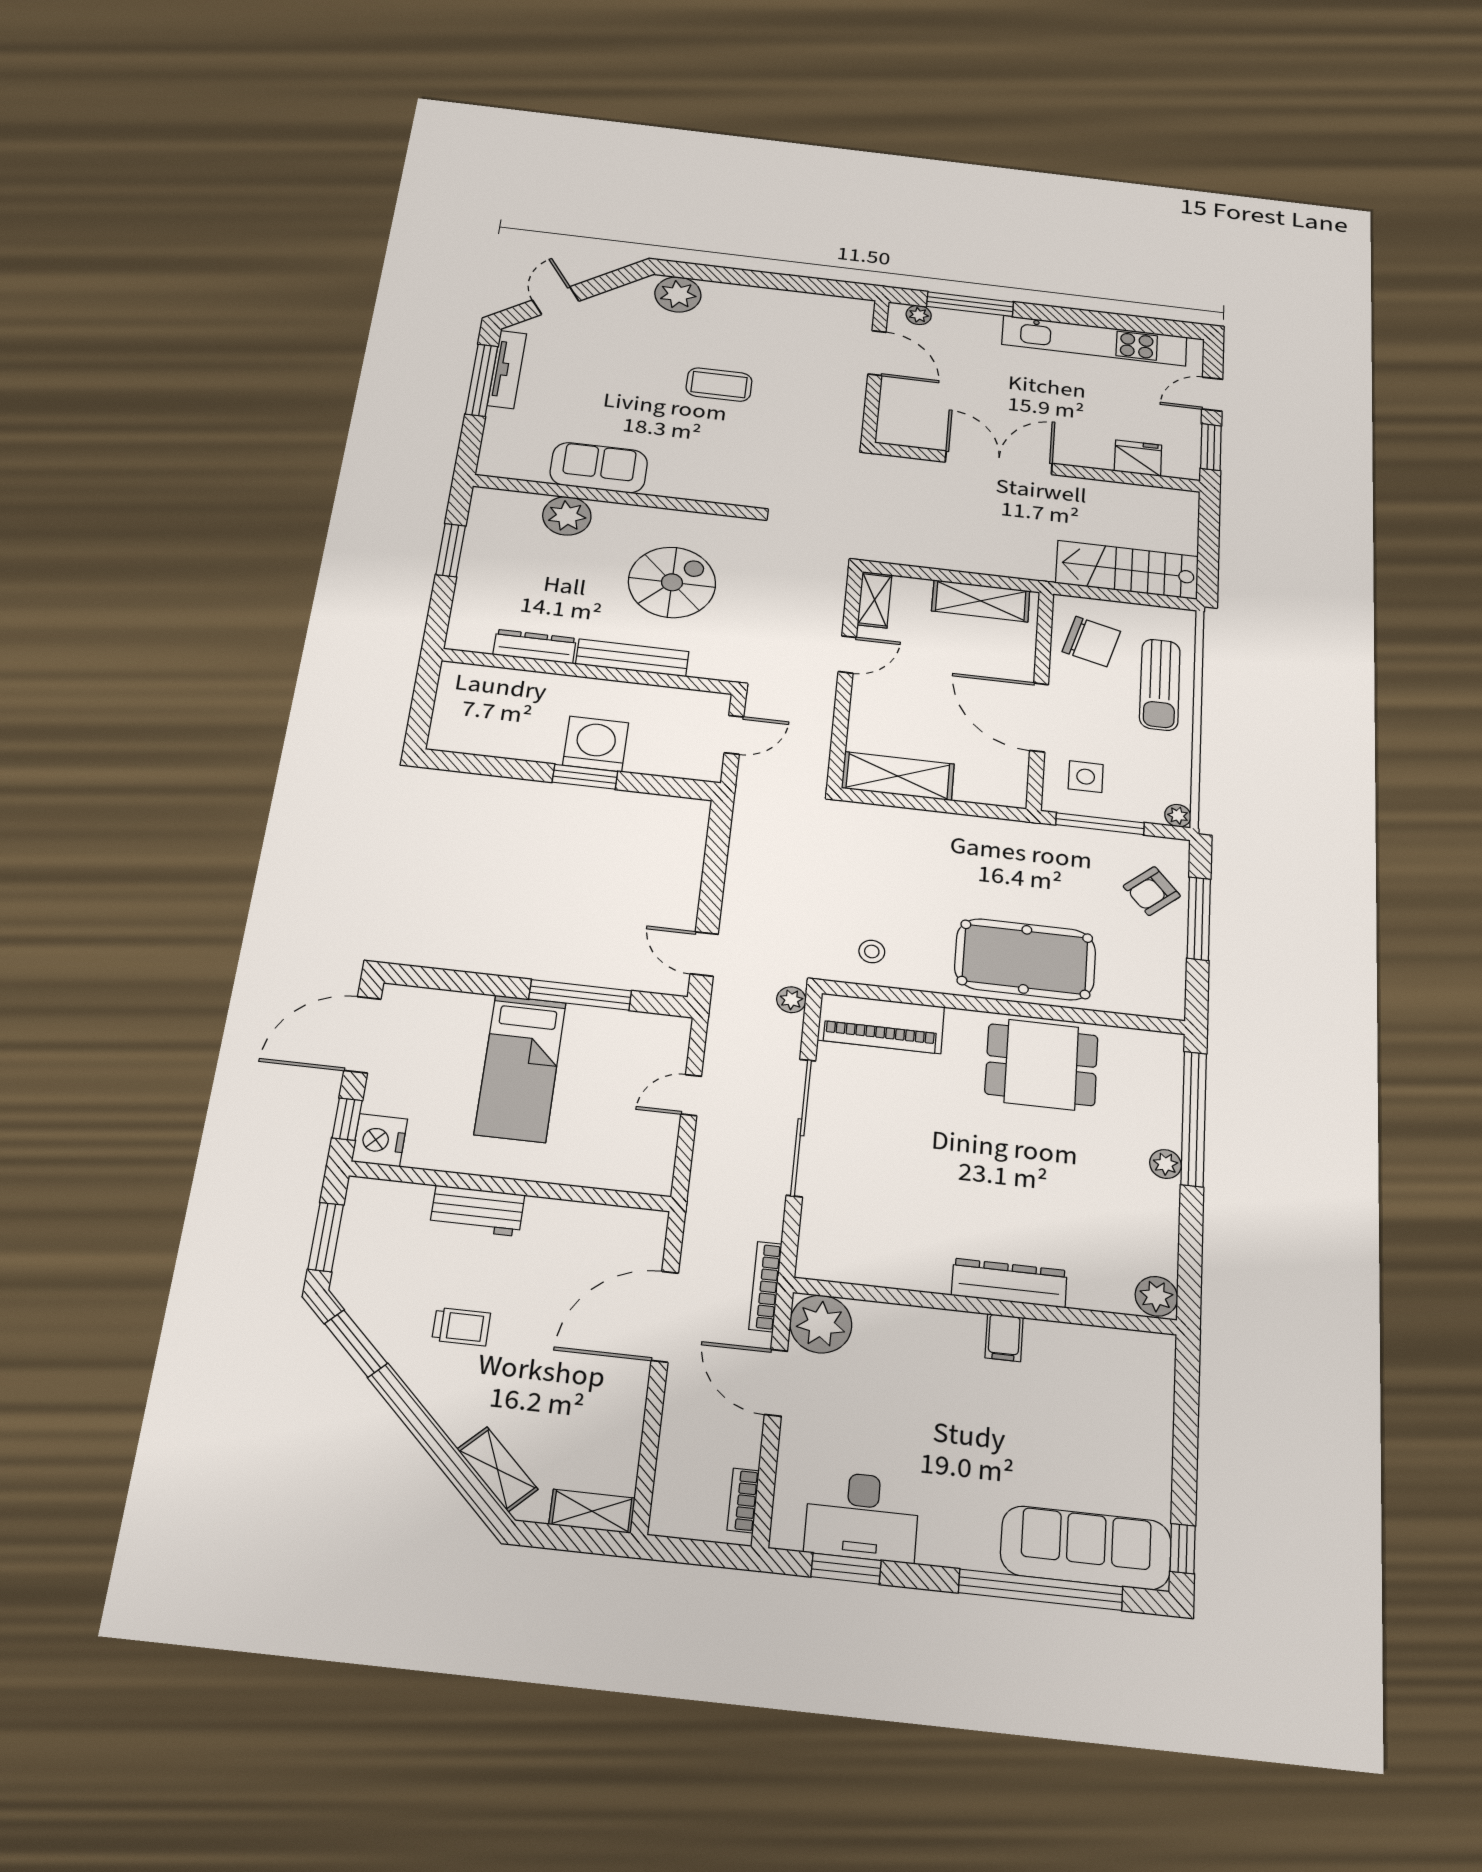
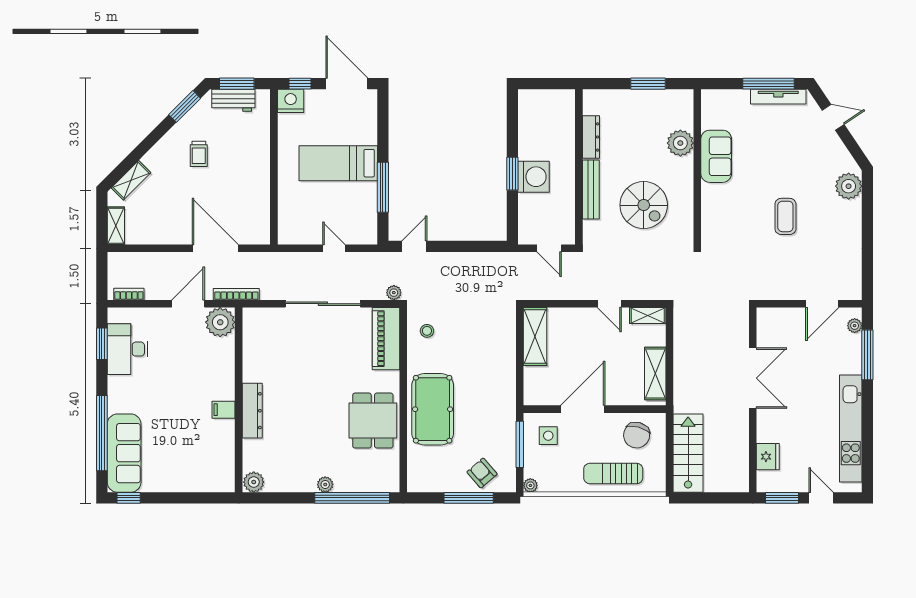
workbench: (477, 1211) -> (233, 100), moved, turned -90

